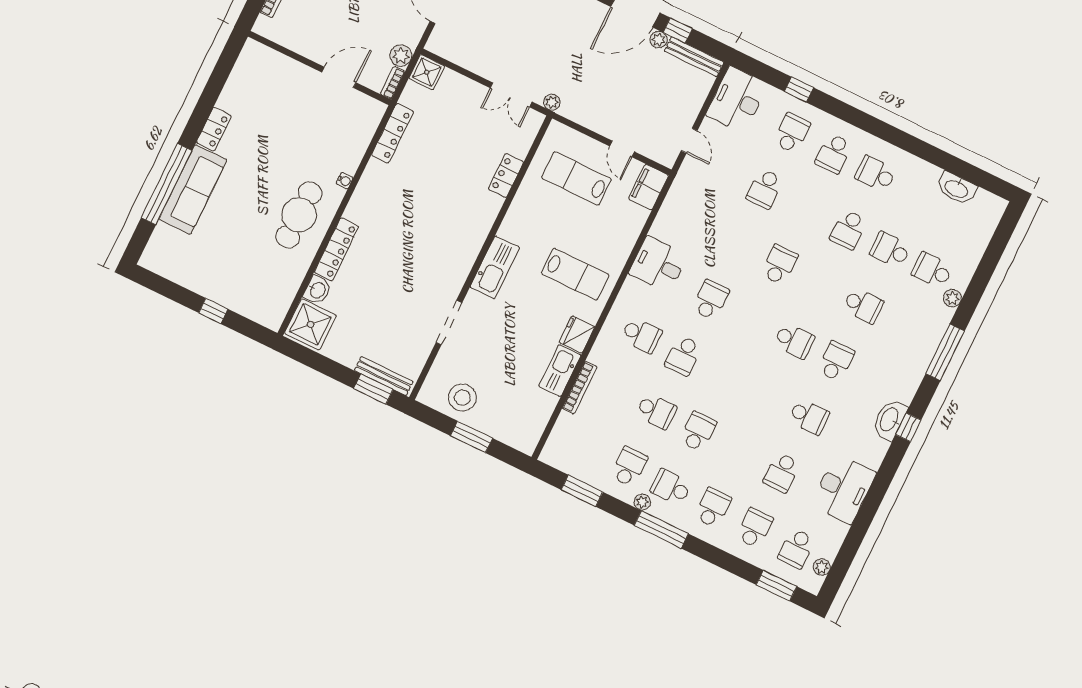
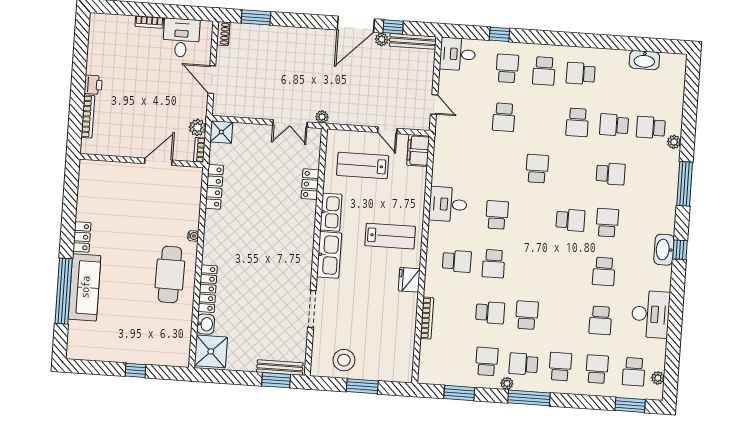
desk: (737, 100) -> (458, 54), width x0.73
kitchen sink: (560, 371) -> (331, 212), moved, turned 180
school desk: (809, 417) -> (604, 271), turned 90

